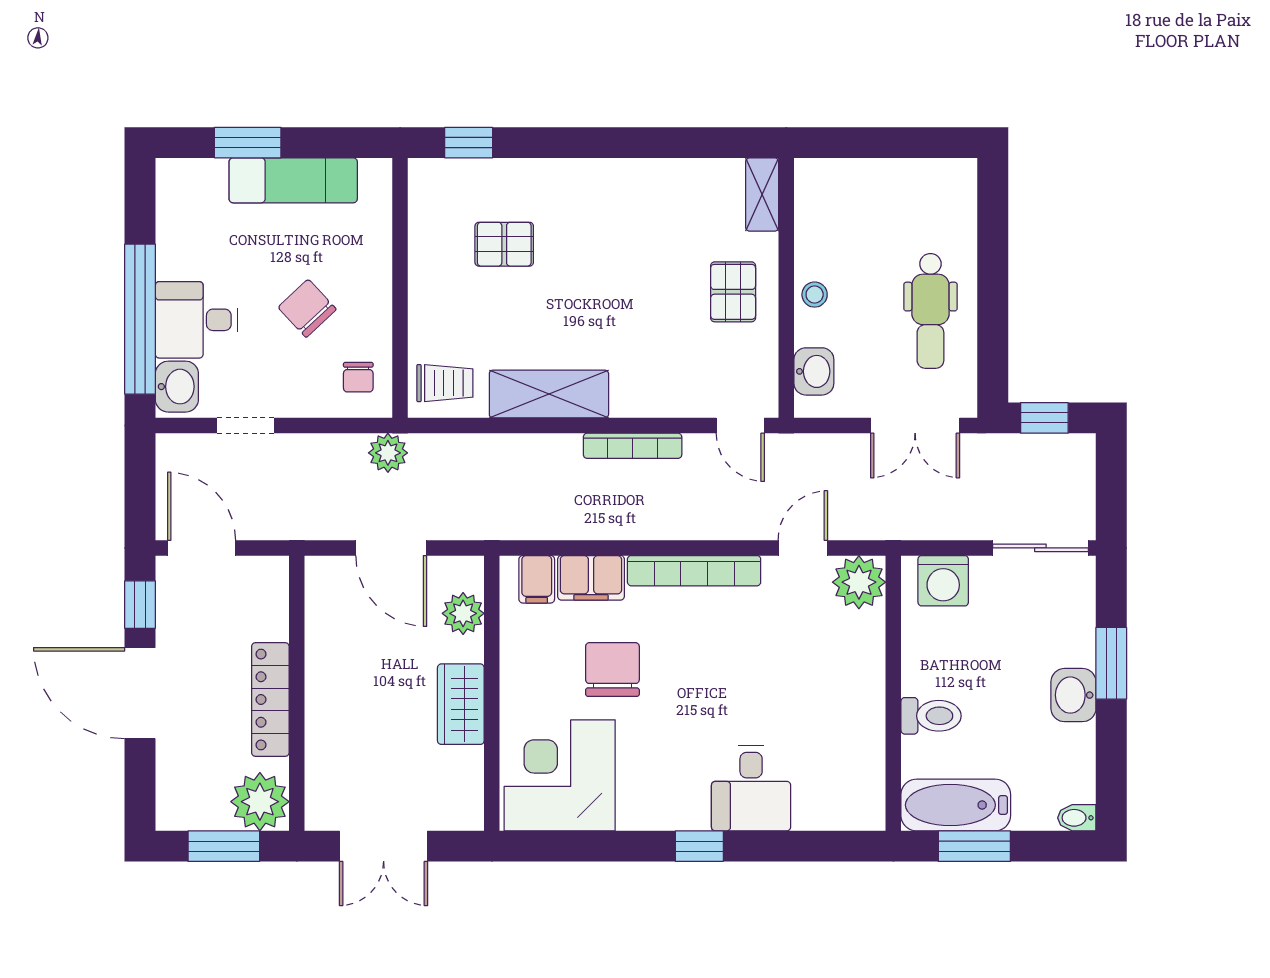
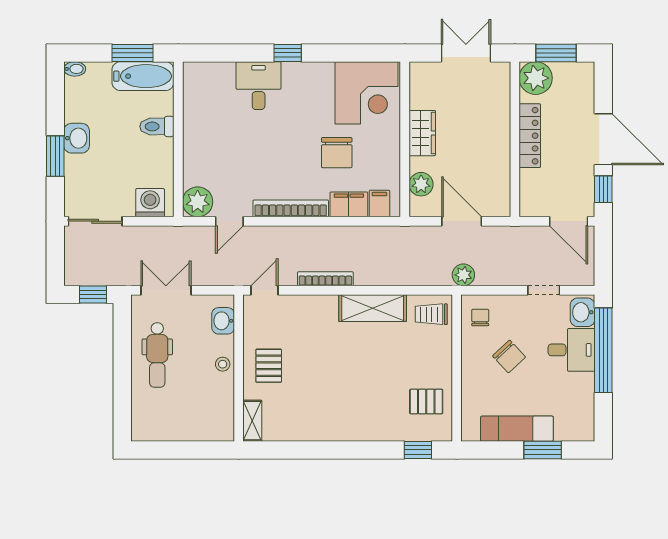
pallet: (504, 244) -> (426, 401), moved
dental chair: (930, 311) -> (157, 355), turned 180
door: (740, 426) -> (265, 290), hinge flipped

